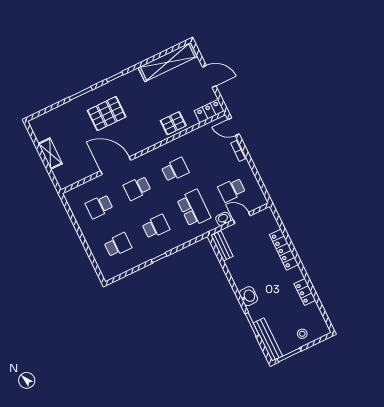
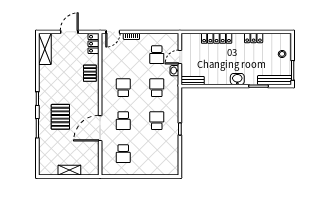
shelving: (168, 62) -> (45, 49), width x0.68
school desk: (194, 208) -> (157, 88), width x0.54
school desk: (118, 245) -> (157, 154), removed

